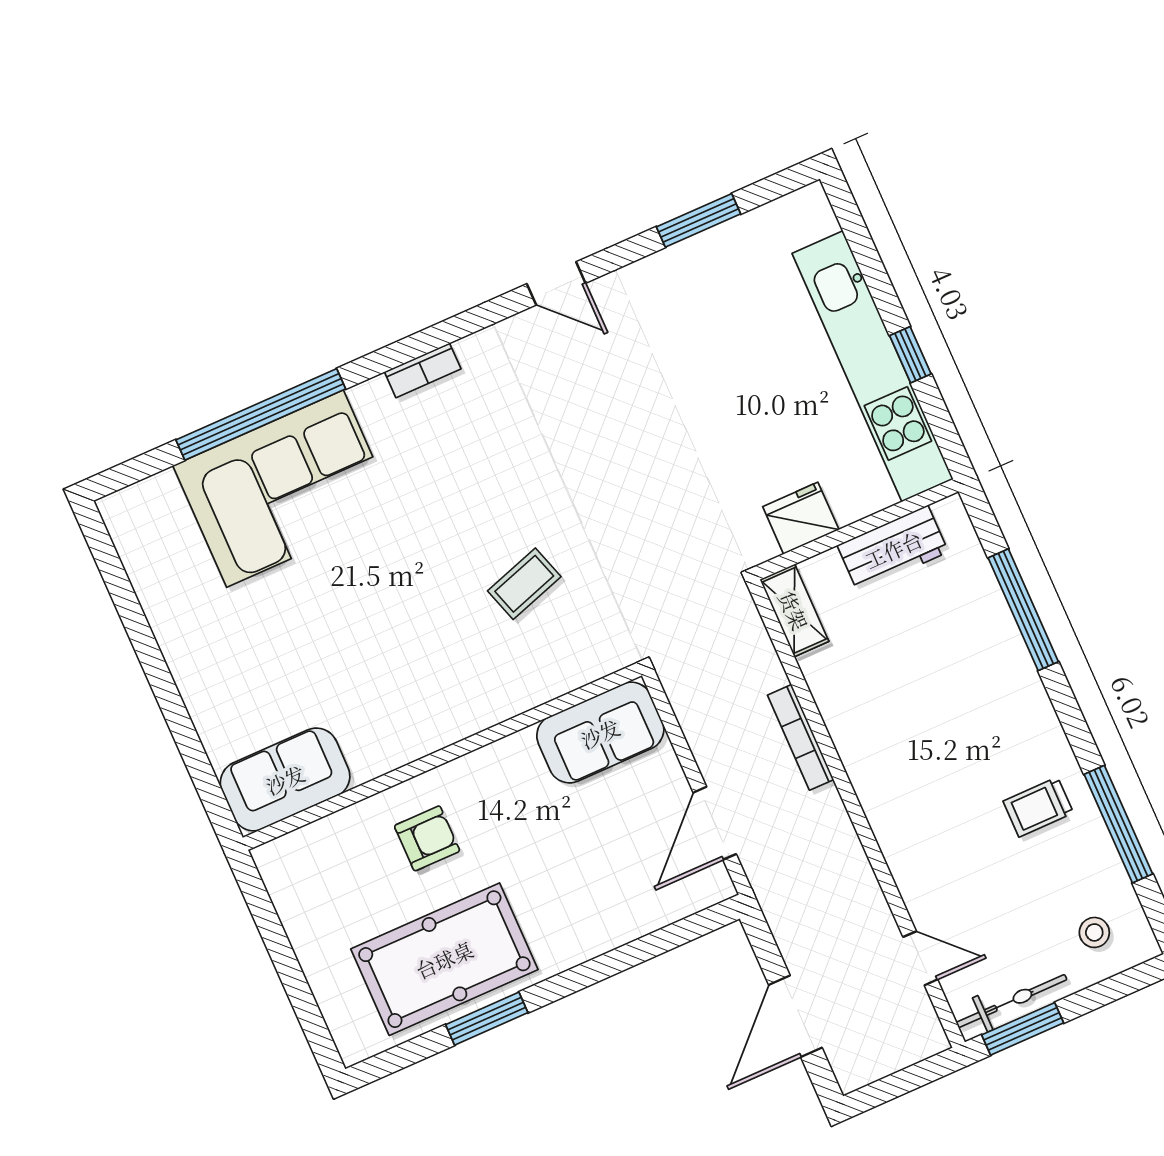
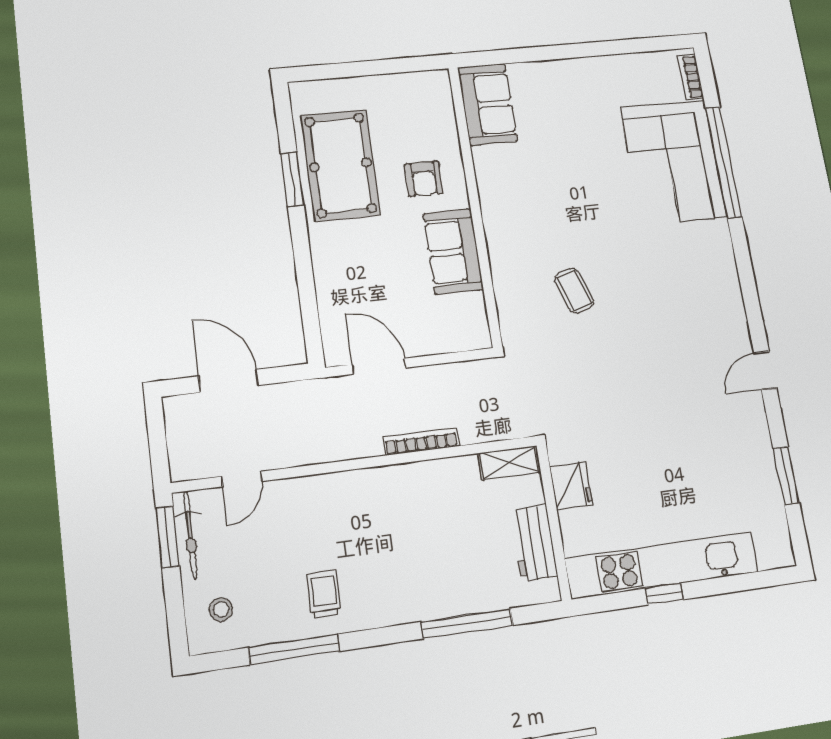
bookcase: (423, 370) -> (690, 77), moved
sofa: (600, 733) -> (453, 251), moved

